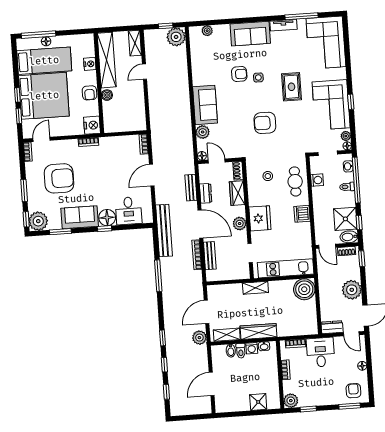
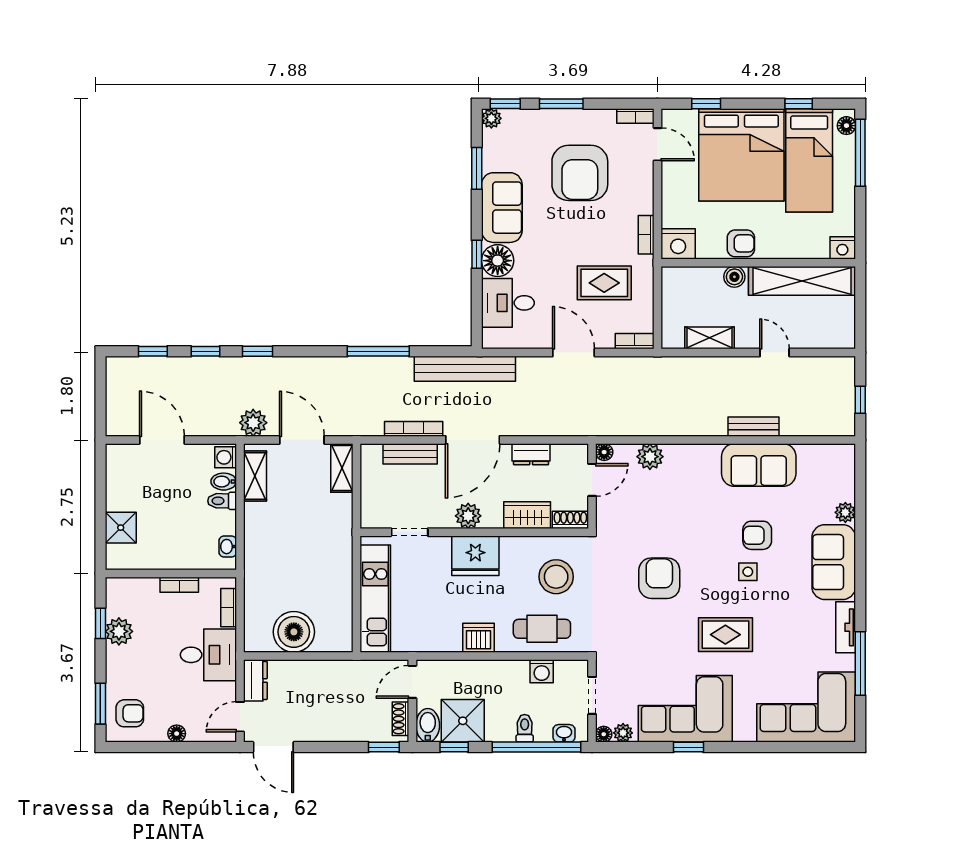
plant: (207, 31) -> (845, 512), moved
plant: (176, 37) -> (837, 418), removed
floor lamp: (46, 41) -> (846, 126), moved
shelving: (135, 43) -> (710, 338), moved
nightstand: (90, 64) -> (842, 248), moved
armchair: (239, 74) -> (757, 535), turned 90
armchair: (89, 93) -> (741, 243), turned 180
window: (17, 95) -> (799, 104), moved
sofa: (205, 105) -> (759, 465), moved
rug: (115, 162) -> (604, 283), added
stool: (268, 176) -> (556, 577), width x1.89, depth x1.89
bench: (191, 188) -> (754, 427), moved
plant: (38, 221) -> (491, 118), width x0.53, depth x0.53
shelving: (255, 288) -> (342, 468), moved
boiler: (304, 289) -> (294, 632), moved
plant: (352, 290) -> (325, 724), removed
wardrobe: (259, 331) -> (257, 538), removed
washing machine: (252, 348) -> (226, 457), moved
plant: (291, 401) -> (119, 631), moved

